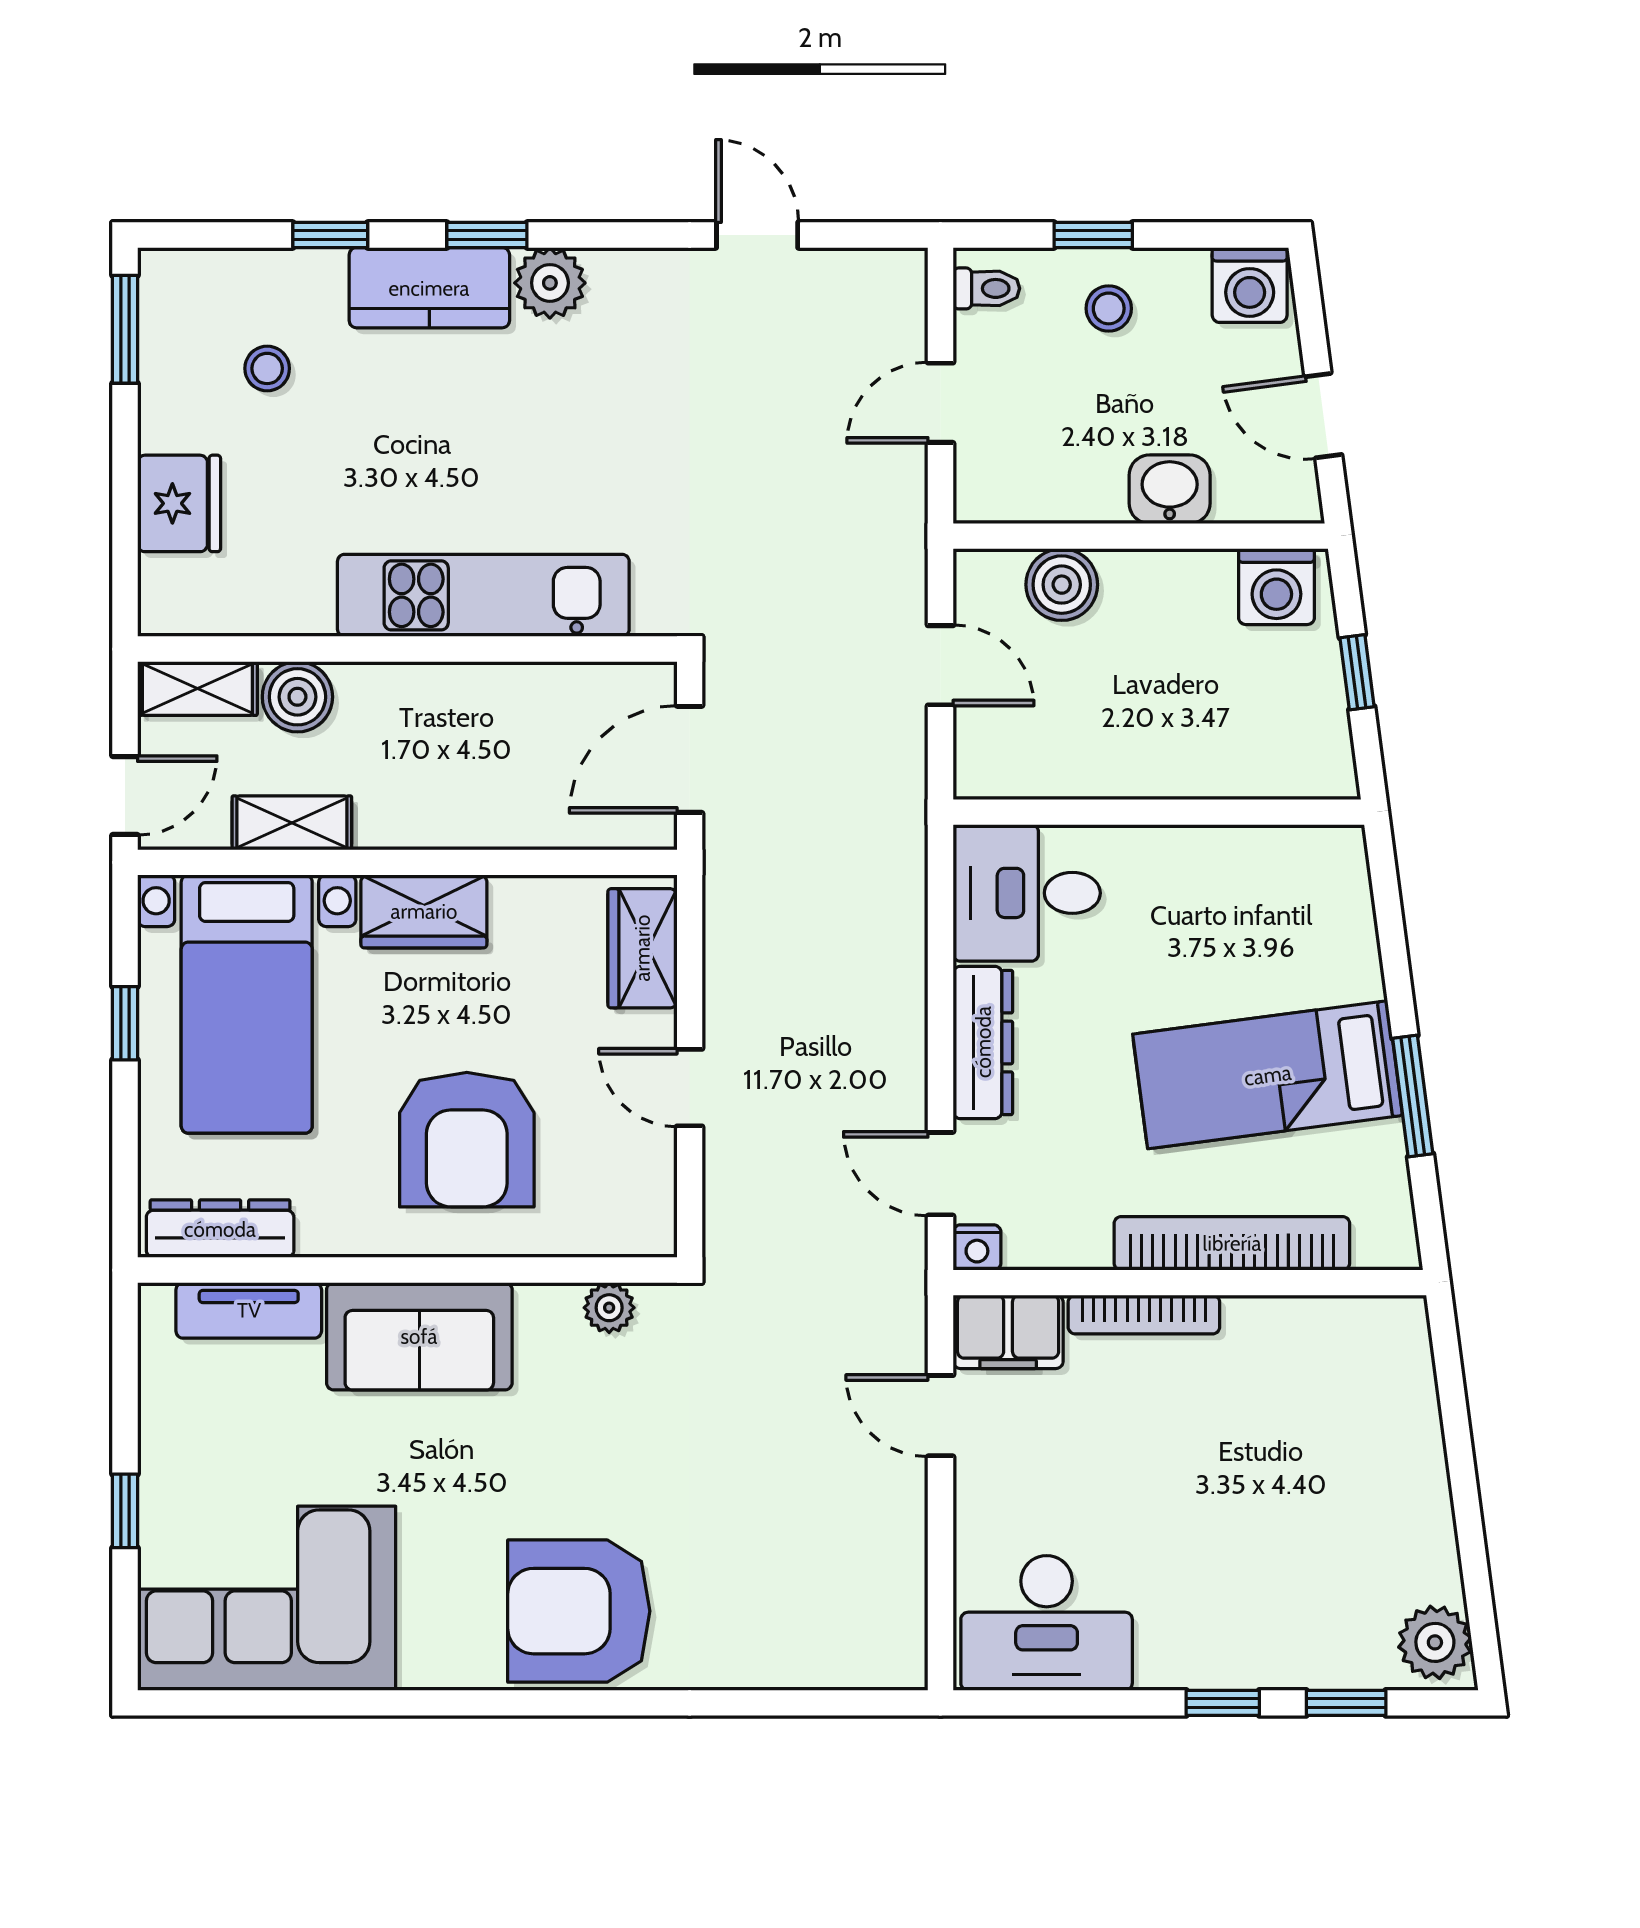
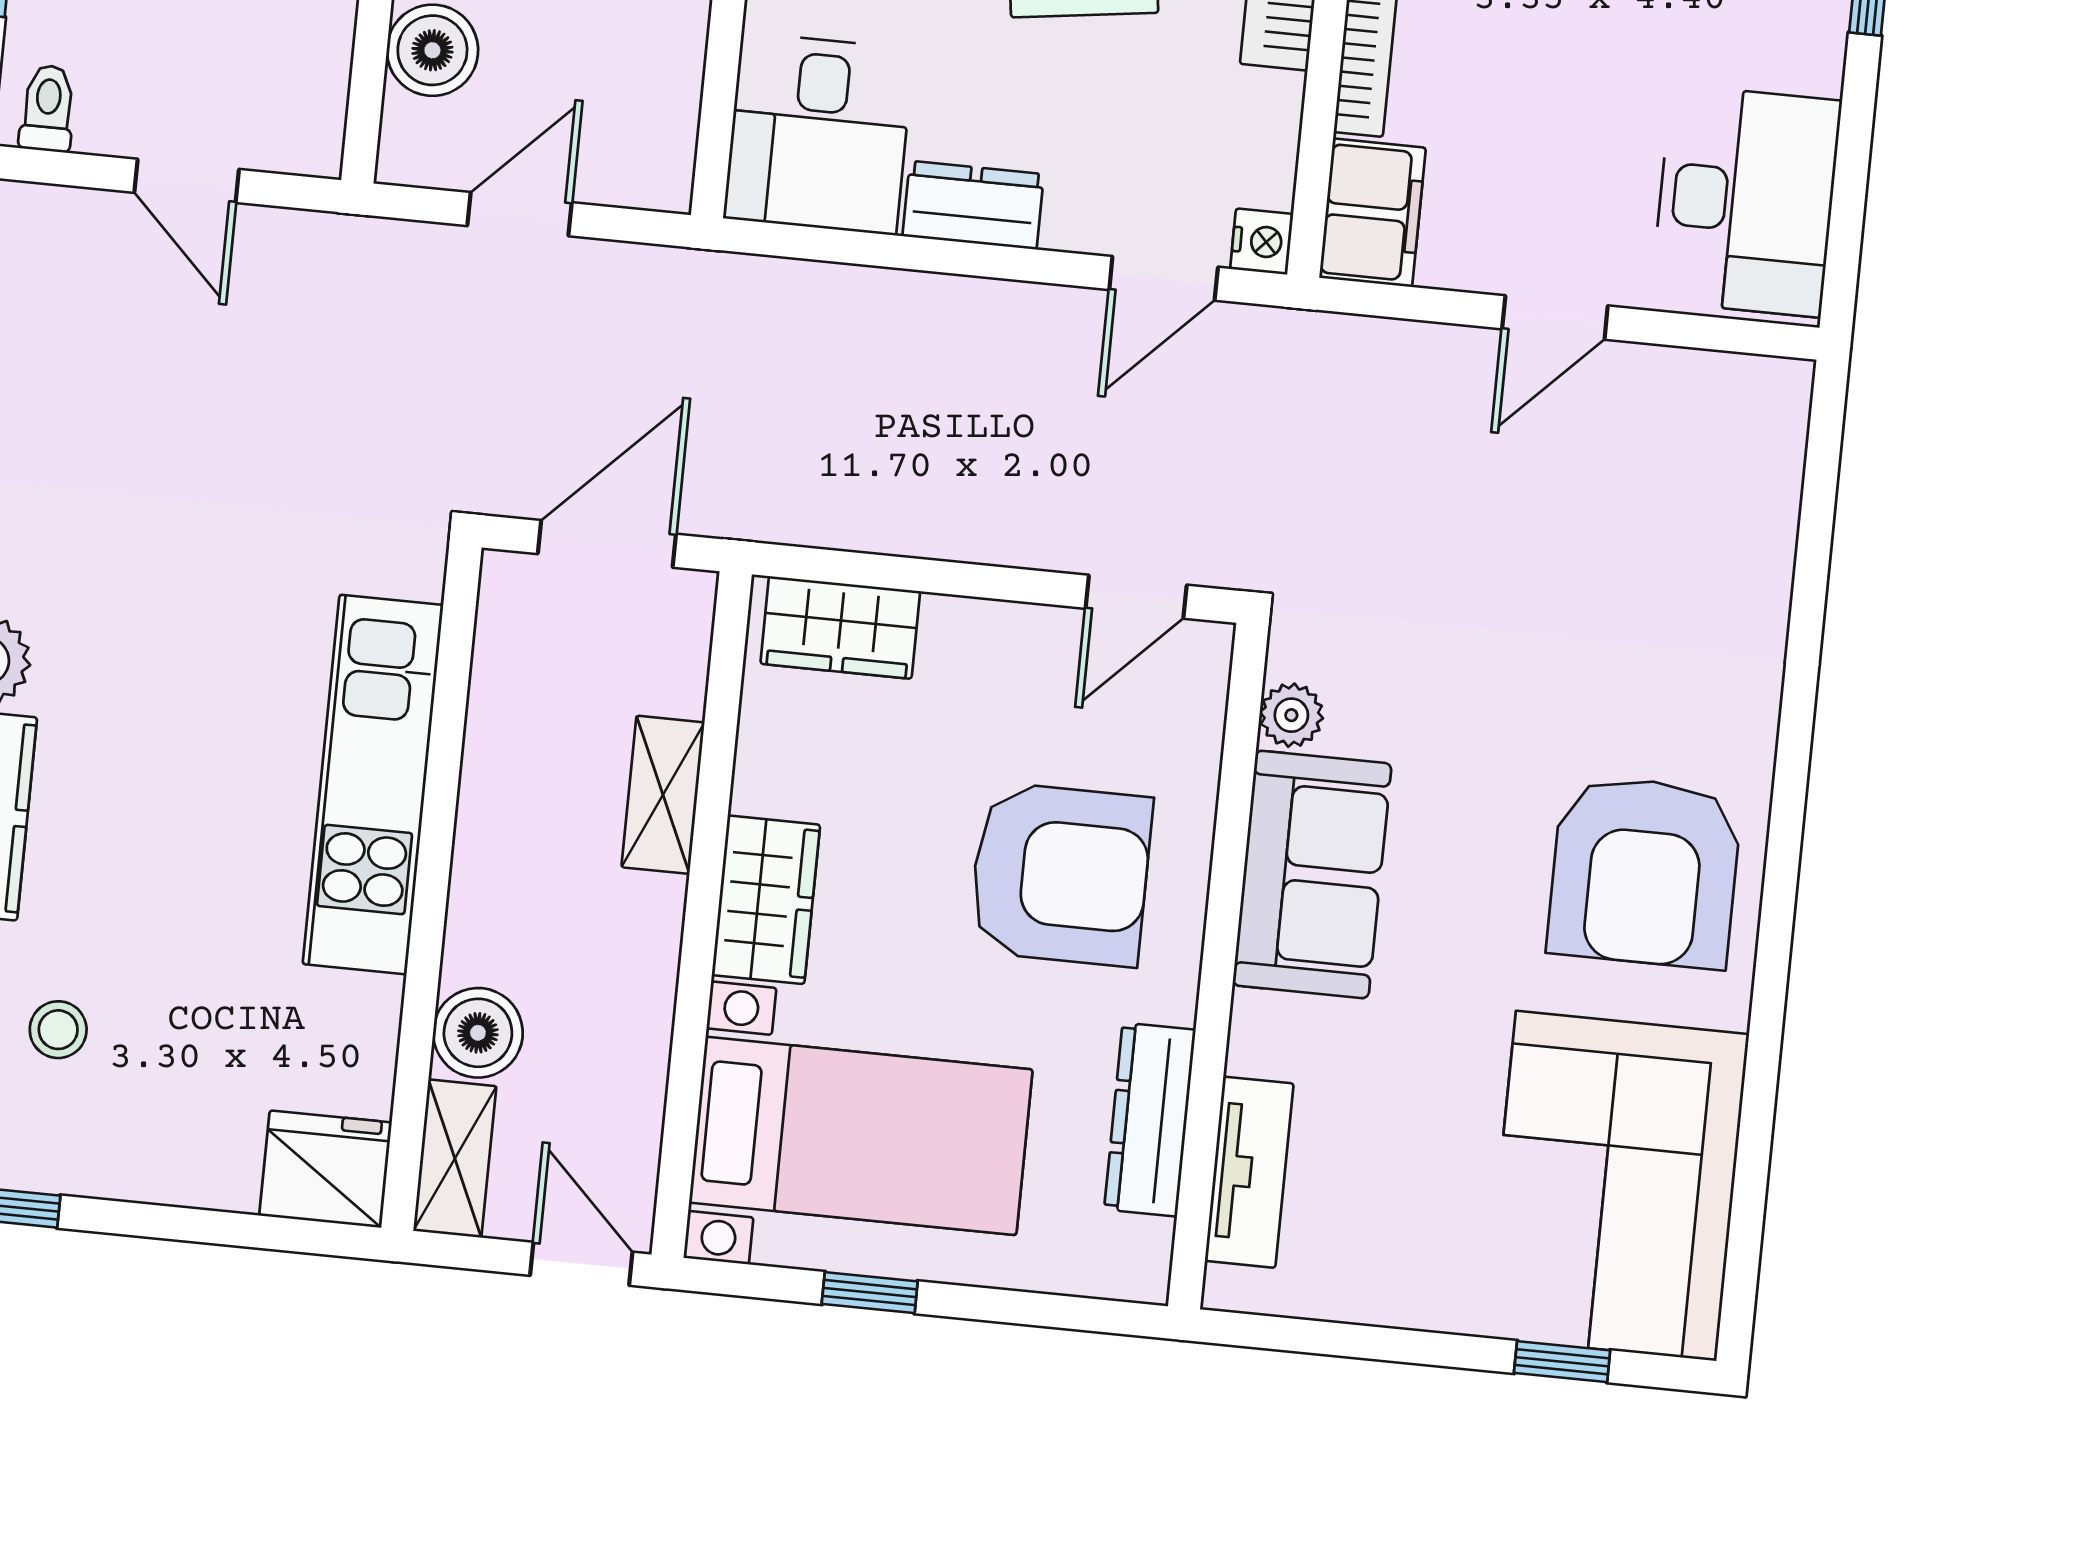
fridge: (179, 503) -> (325, 1169), moved
door: (690, 759) -> (607, 544), swing flipped
shelving: (292, 823) -> (663, 795), moved
dresser: (983, 1042) -> (973, 205), width x0.70
door: (690, 1088) -> (1136, 597), moved
dresser: (220, 1229) -> (1150, 1120), moved
sofa: (419, 1336) -> (1312, 874), moved
door: (940, 1416) -> (1555, 317), moved
window: (125, 1511) -> (1562, 1362), moved
armchair: (579, 1611) -> (1644, 872), moved

